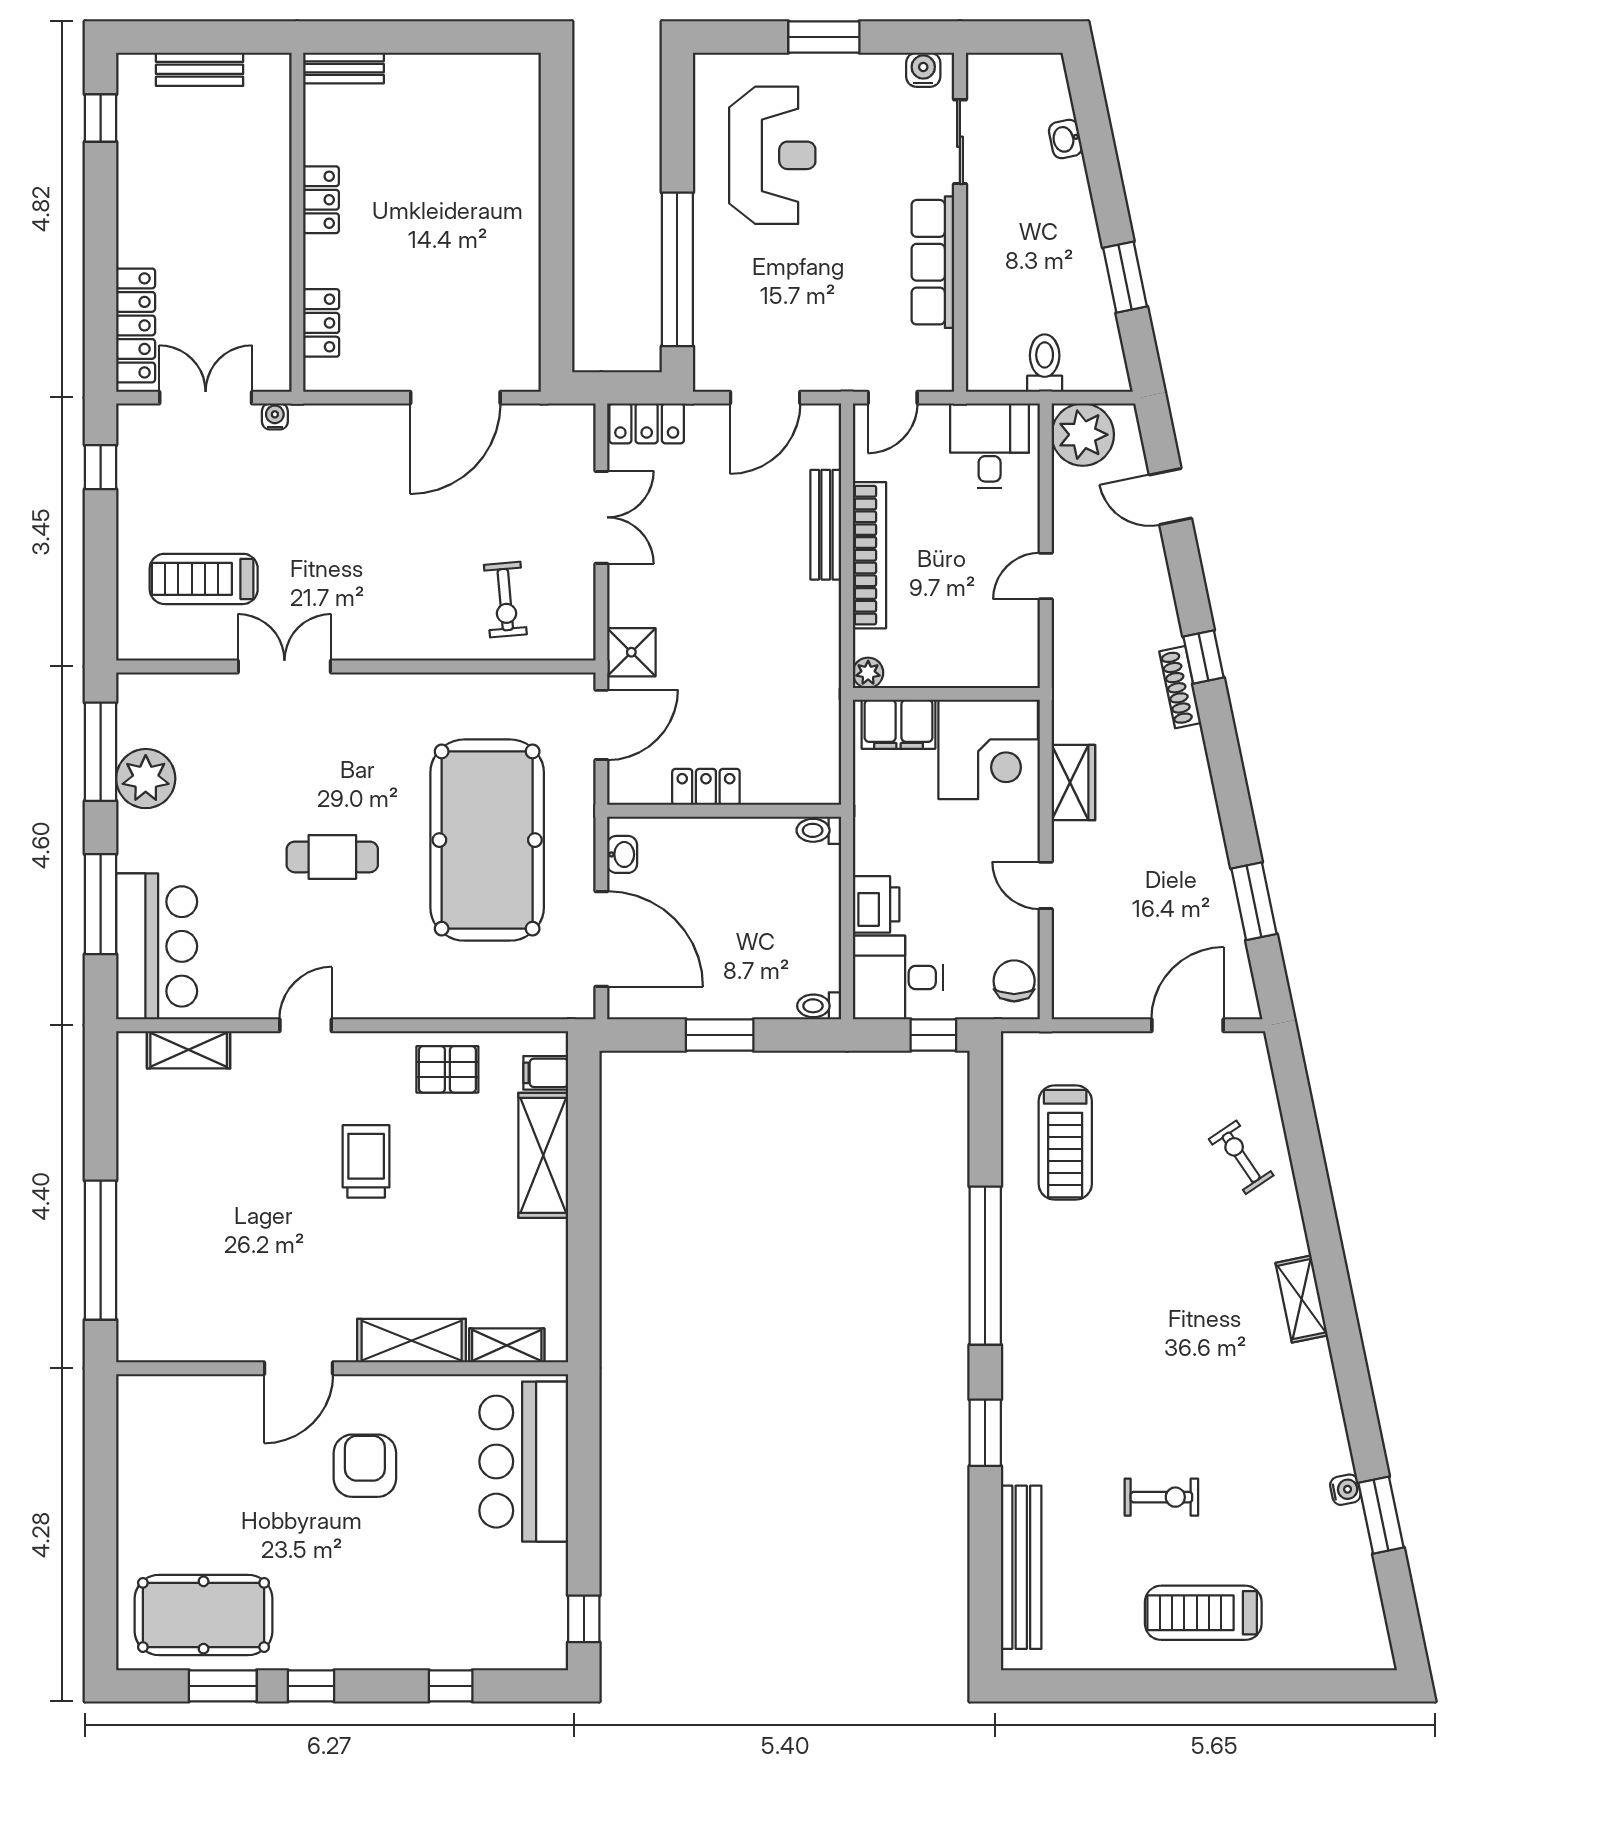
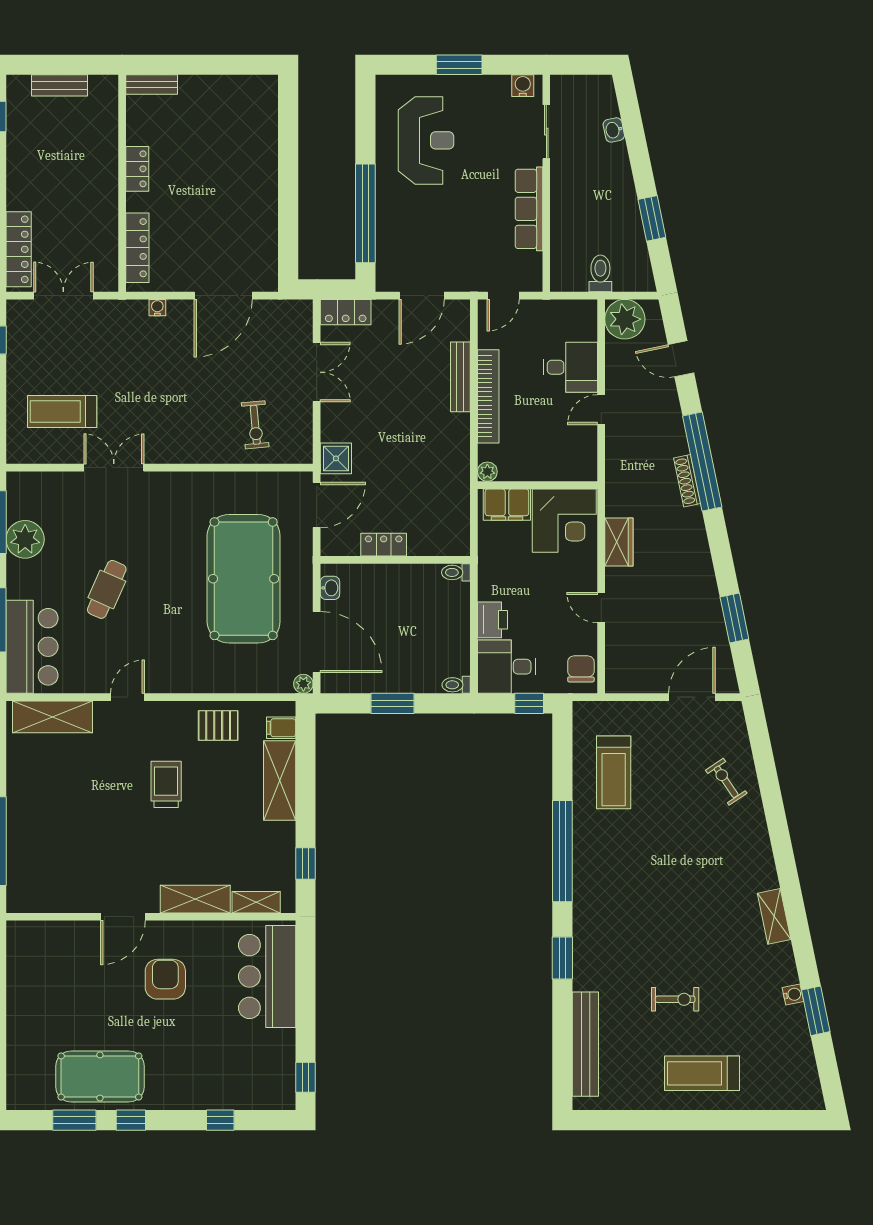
locker: (321, 323) -> (137, 248), width x1.53
water cooler: (275, 416) -> (157, 308), moved
desk: (990, 446) -> (570, 367), moved, turned 90
window: (1204, 657) -> (702, 462), width x3.17
cafe table: (332, 857) -> (107, 589), moved, turned -66
plant: (581, 1004) -> (303, 684), added
shelving: (189, 1050) -> (52, 717), width x1.50, depth x1.33
window: (584, 1285) -> (305, 864), added
shelving: (1302, 1299) -> (774, 916), moved
pool table: (204, 1615) -> (100, 1076), moved

